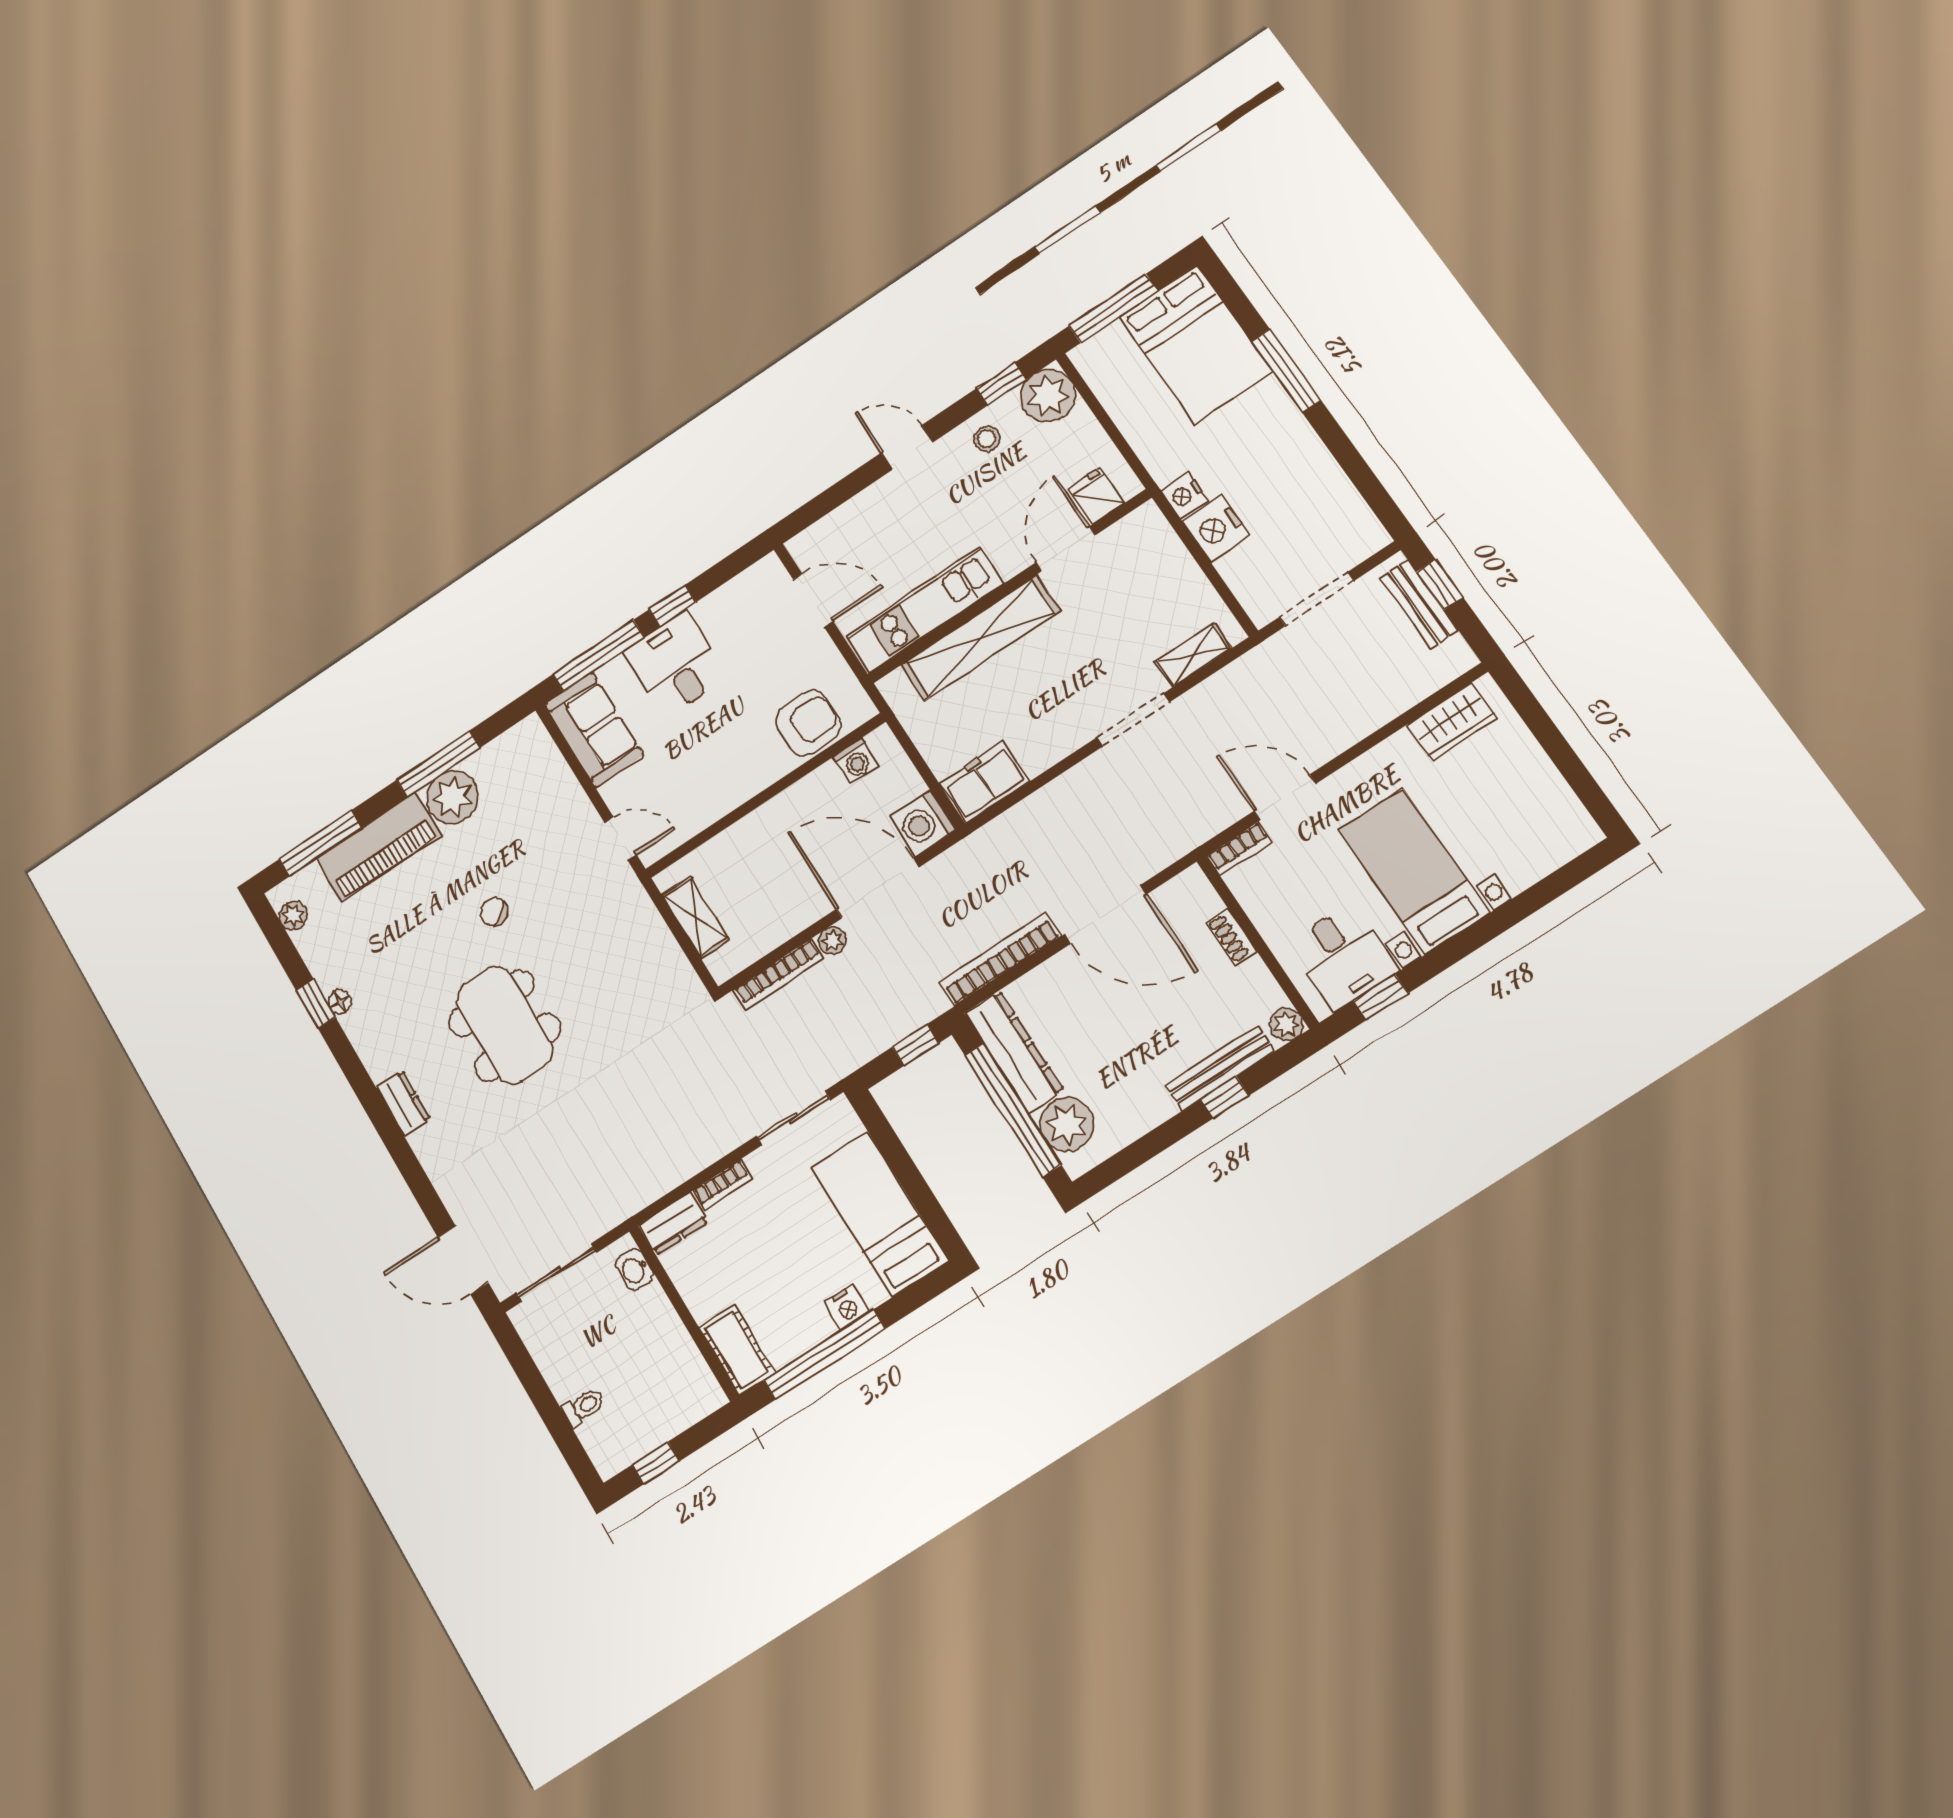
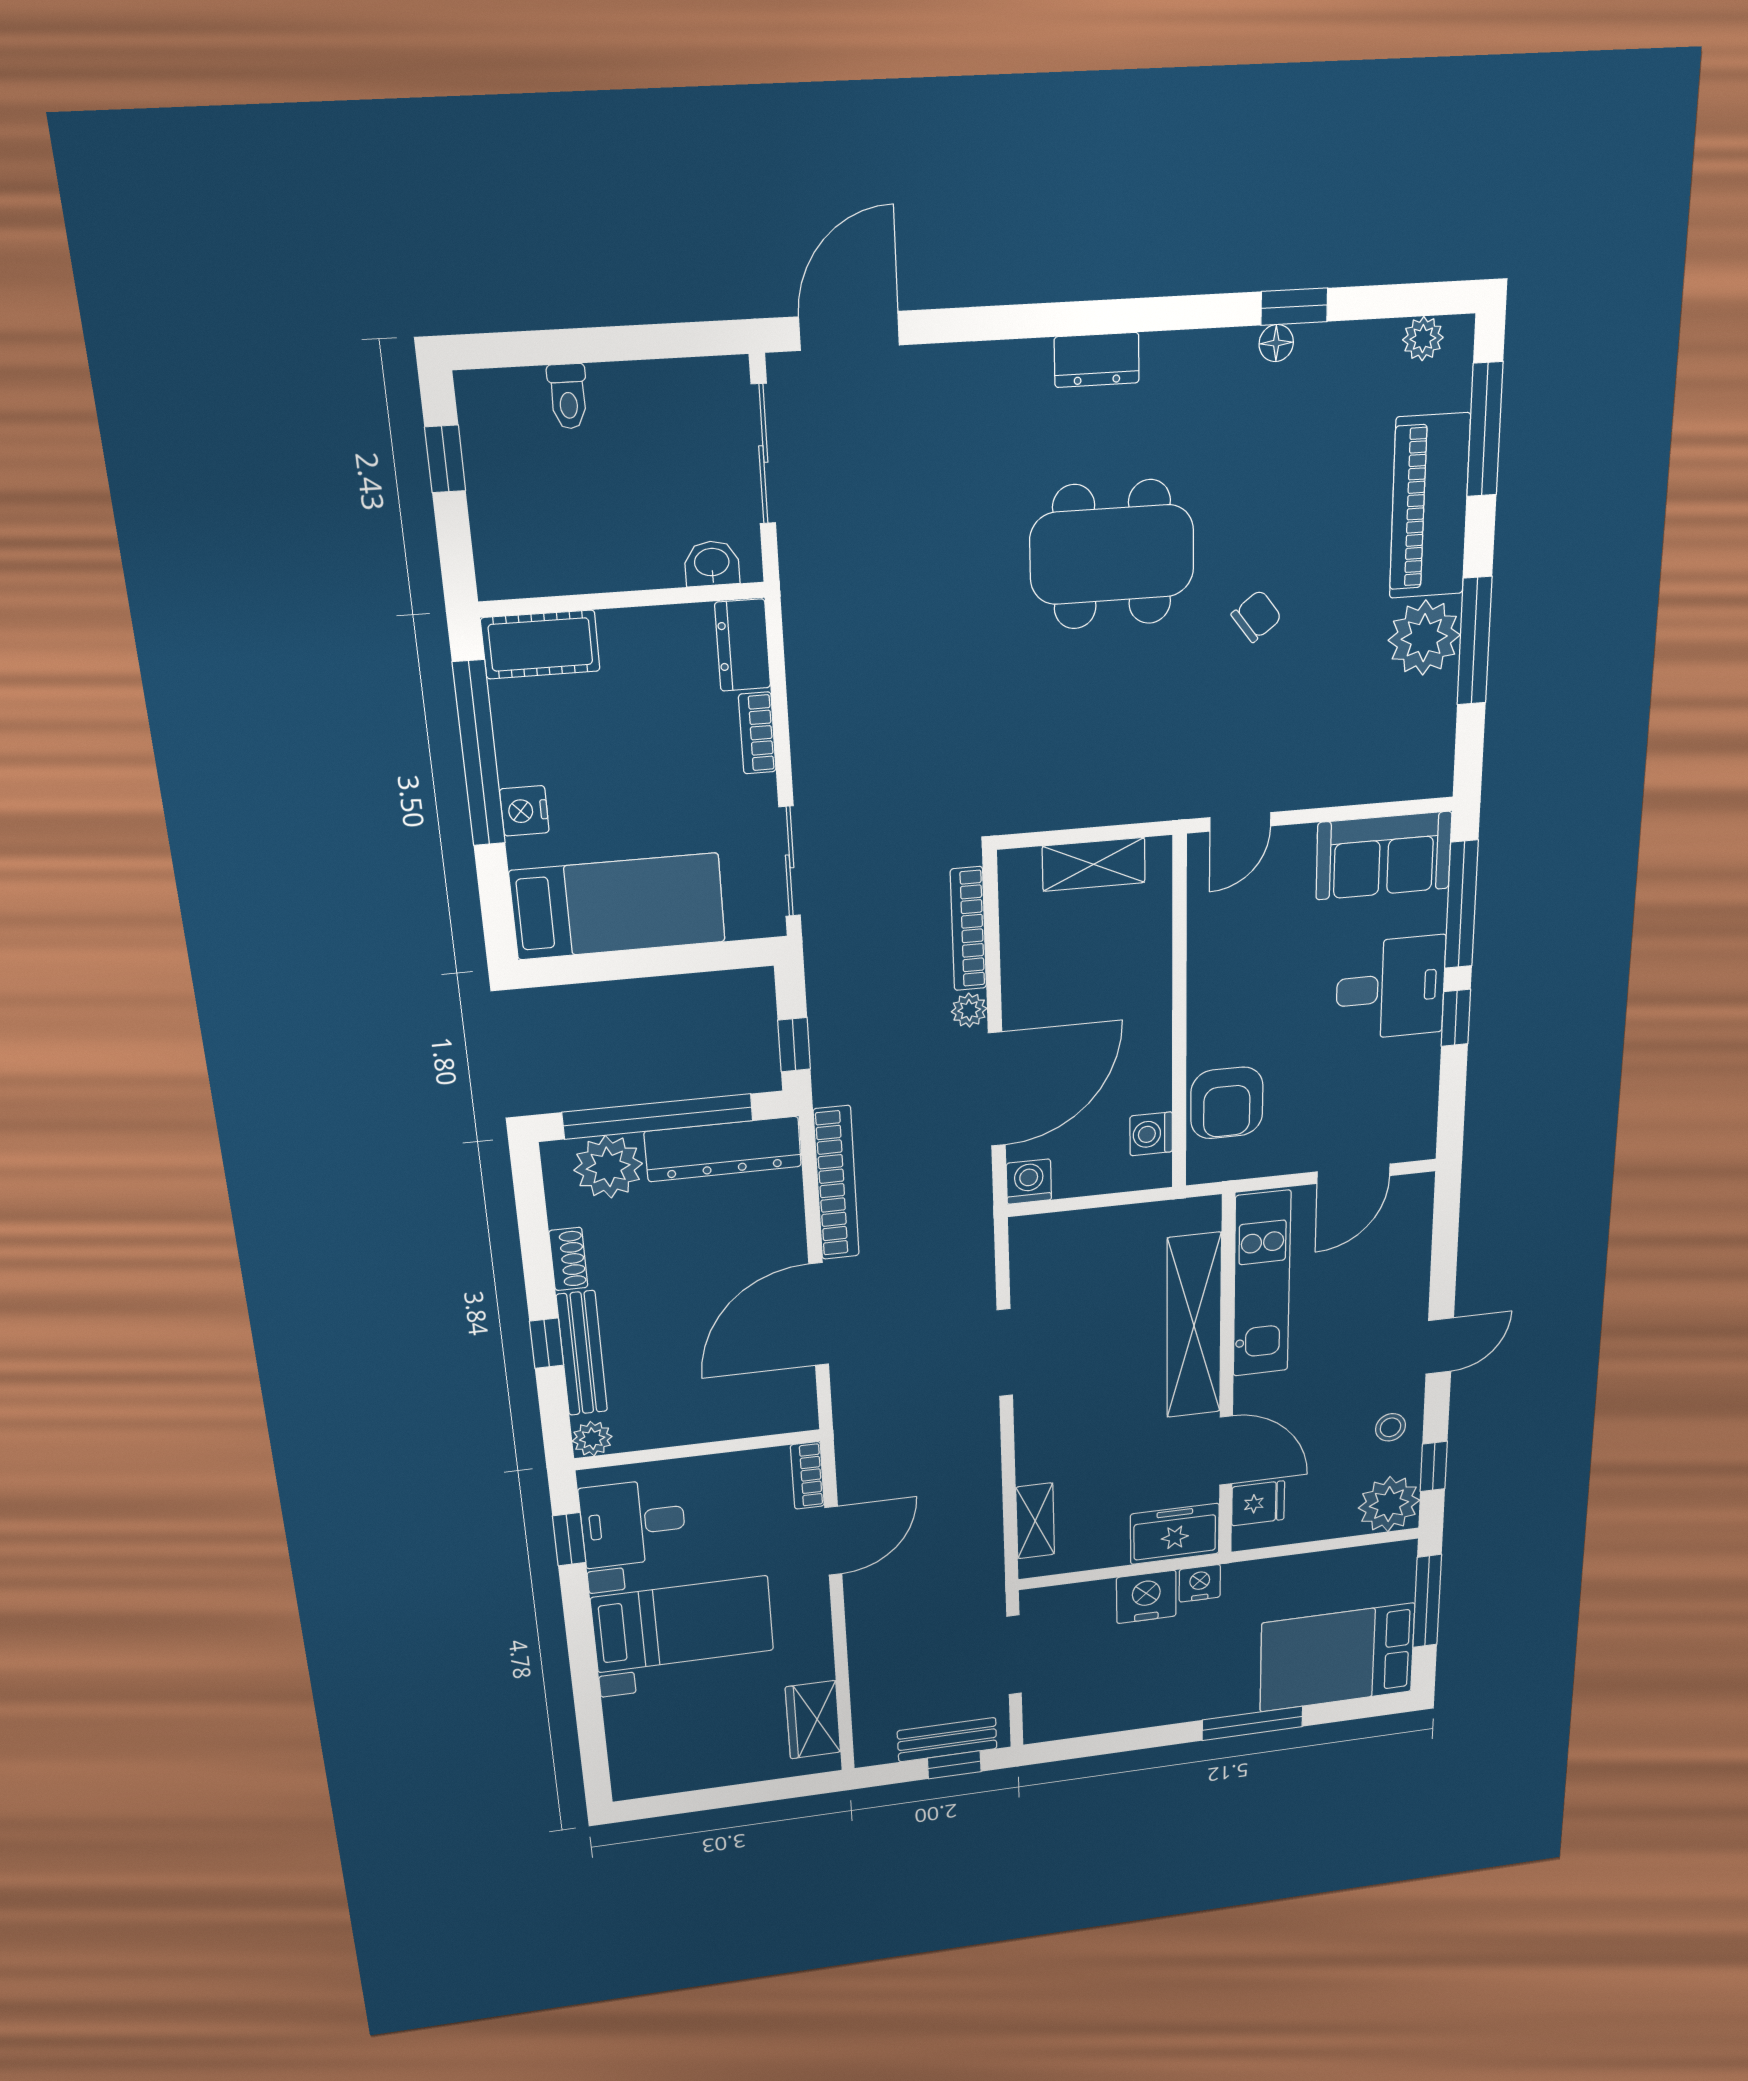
doorway: (1133, 720) -> (1005, 1353), moved
freezer: (984, 782) -> (1175, 1534), moved, turned -90
washing machine: (923, 823) -> (1029, 1182), width x0.73, depth x0.73
shoe rack: (1232, 937) -> (568, 1259), moved, turned 90

